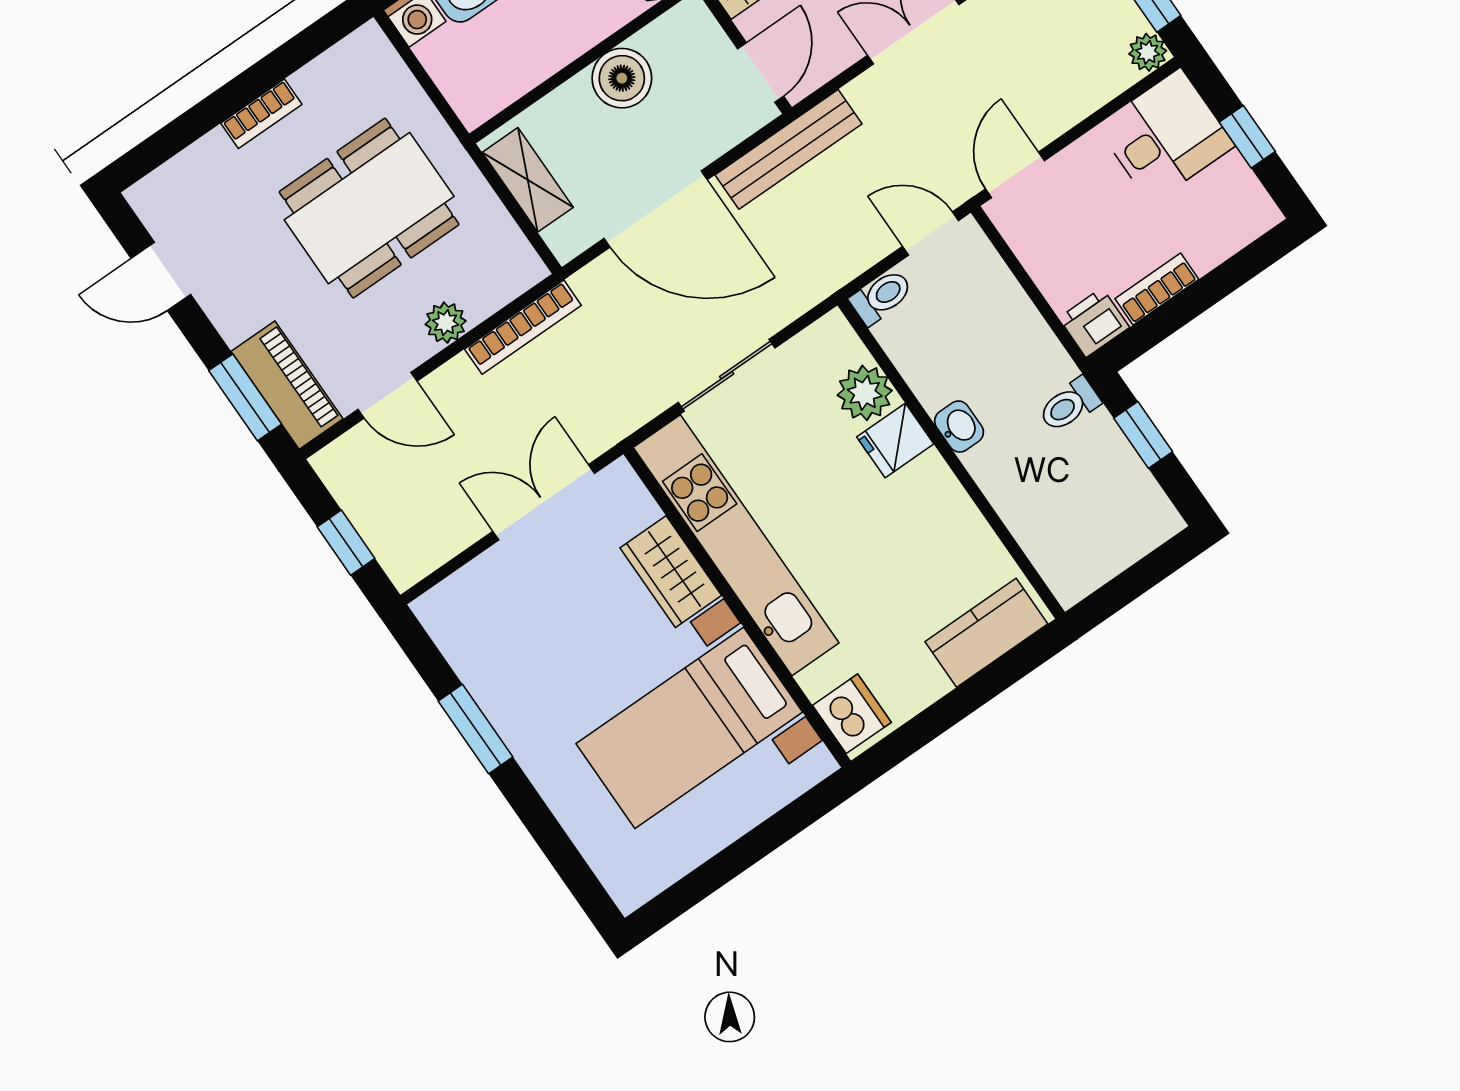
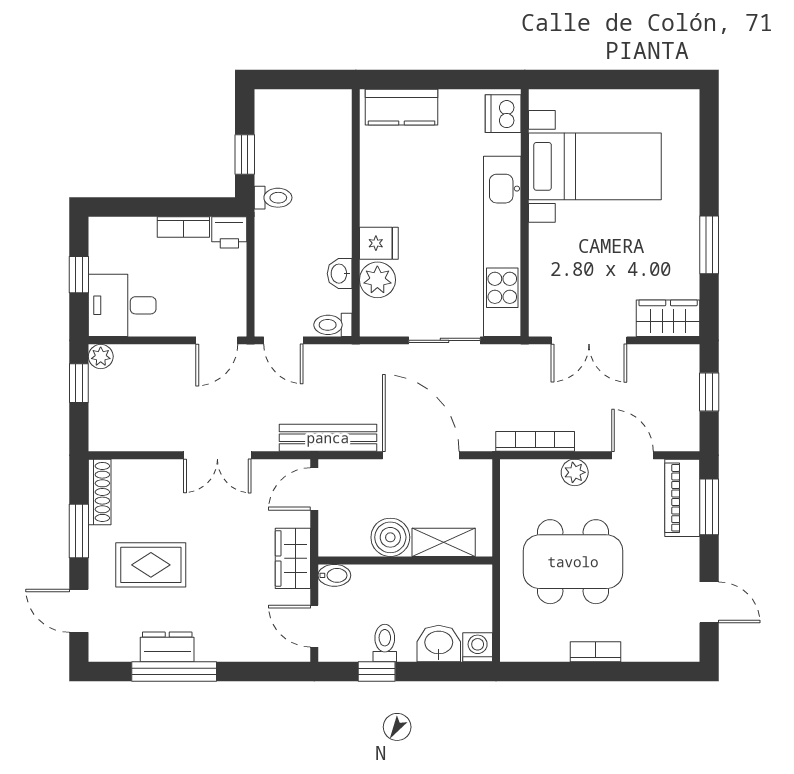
shelving: (528, 180) -> (444, 542), moved, turned 90
washbasin: (959, 427) -> (340, 274), moved
wardrobe: (671, 572) -> (668, 318), moved, turned -90

